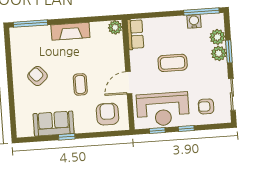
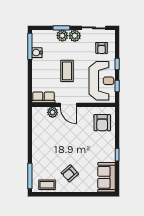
plant: (115, 27) -> (52, 112), moved
fireplace: (70, 31) -> (38, 146), removed
plant: (217, 37) -> (75, 36), moved
door: (129, 83) -> (68, 105), moved
coffee table: (80, 84) -> (47, 185), moved
armchair: (107, 114) -> (102, 123), turned -90
sofa: (54, 124) -> (106, 177), moved

